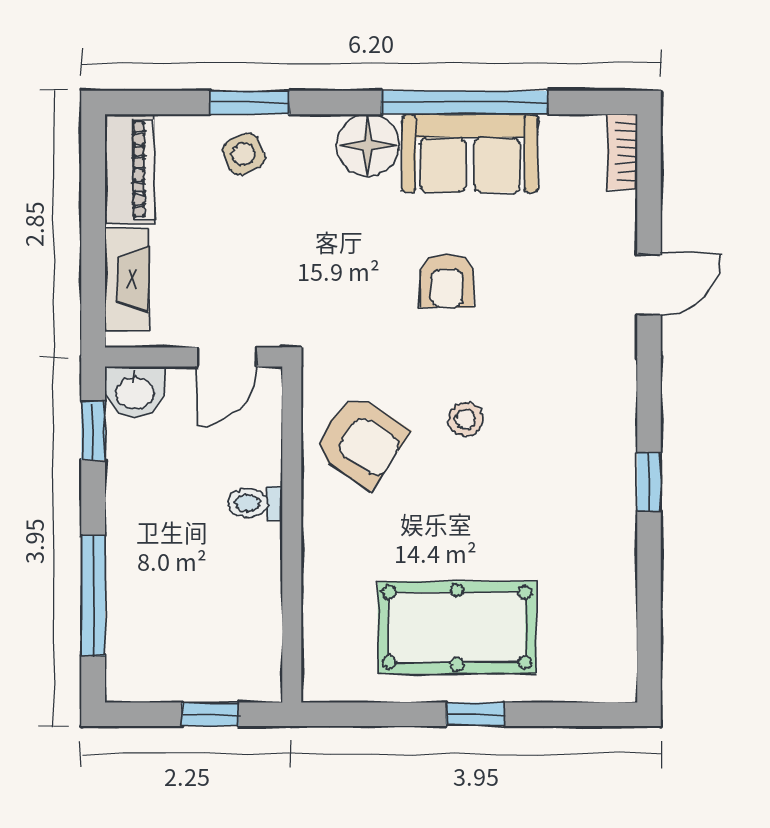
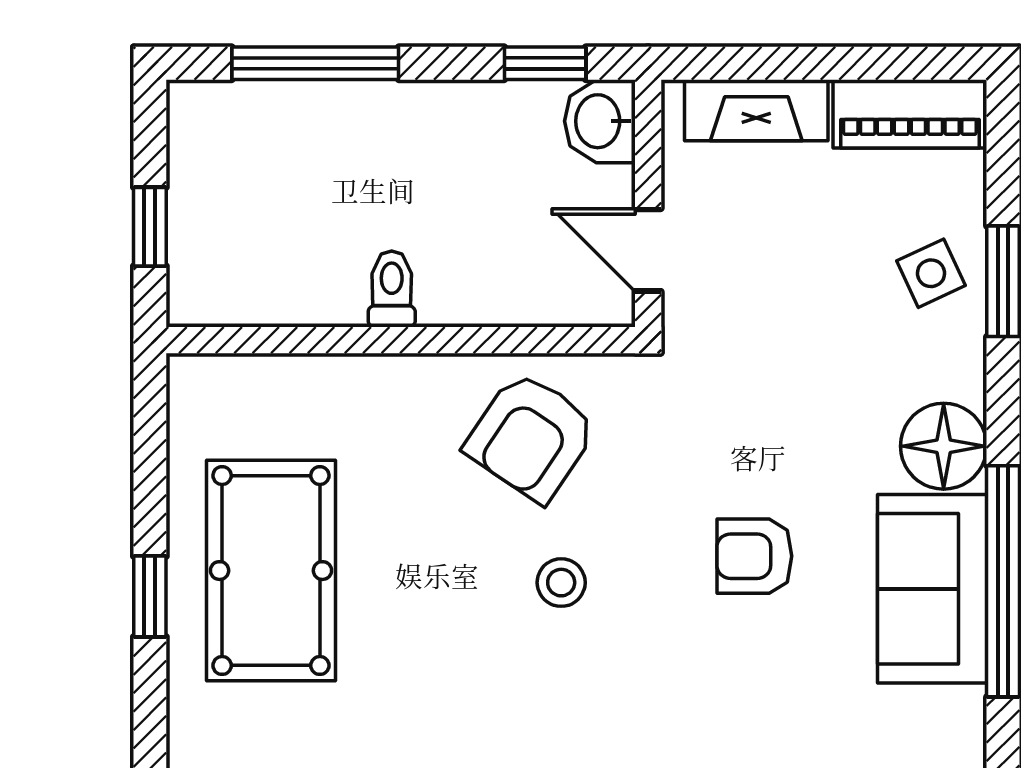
toilet: (255, 503) -> (392, 289), moved

